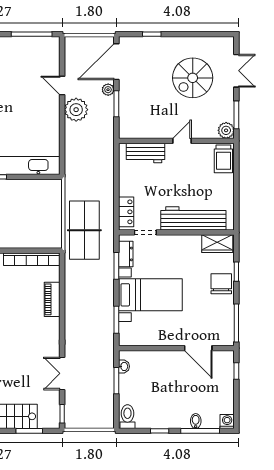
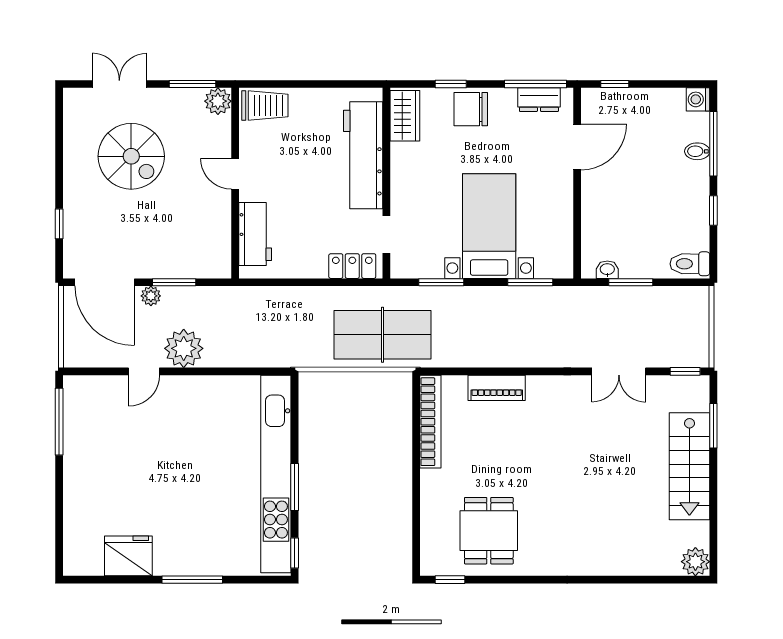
dresser: (126, 254) -> (539, 100), moved, turned 180

